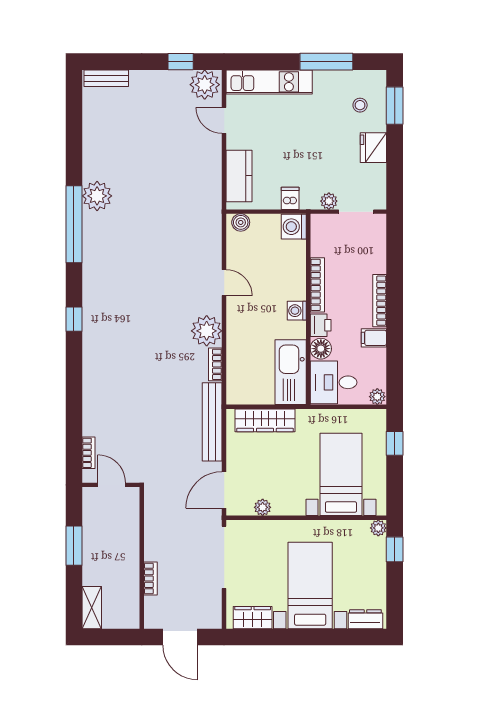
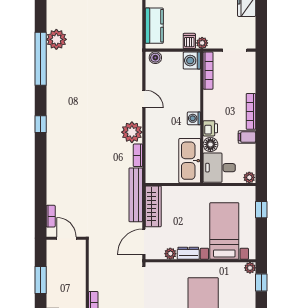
plant: (329, 201) -> (202, 43), moved
bookcase: (317, 285) -> (208, 71), moved
wardrobe: (265, 420) -> (153, 206), moved, turned -90
dresser: (289, 507) -> (188, 253), added

